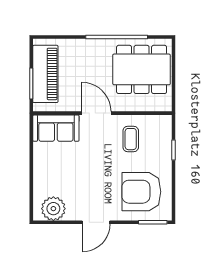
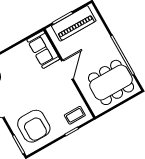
dining table: (142, 69) -> (111, 82), turned 90
coffee table: (131, 139) -> (75, 115), moved
armchair: (141, 192) -> (34, 126), turned 180

